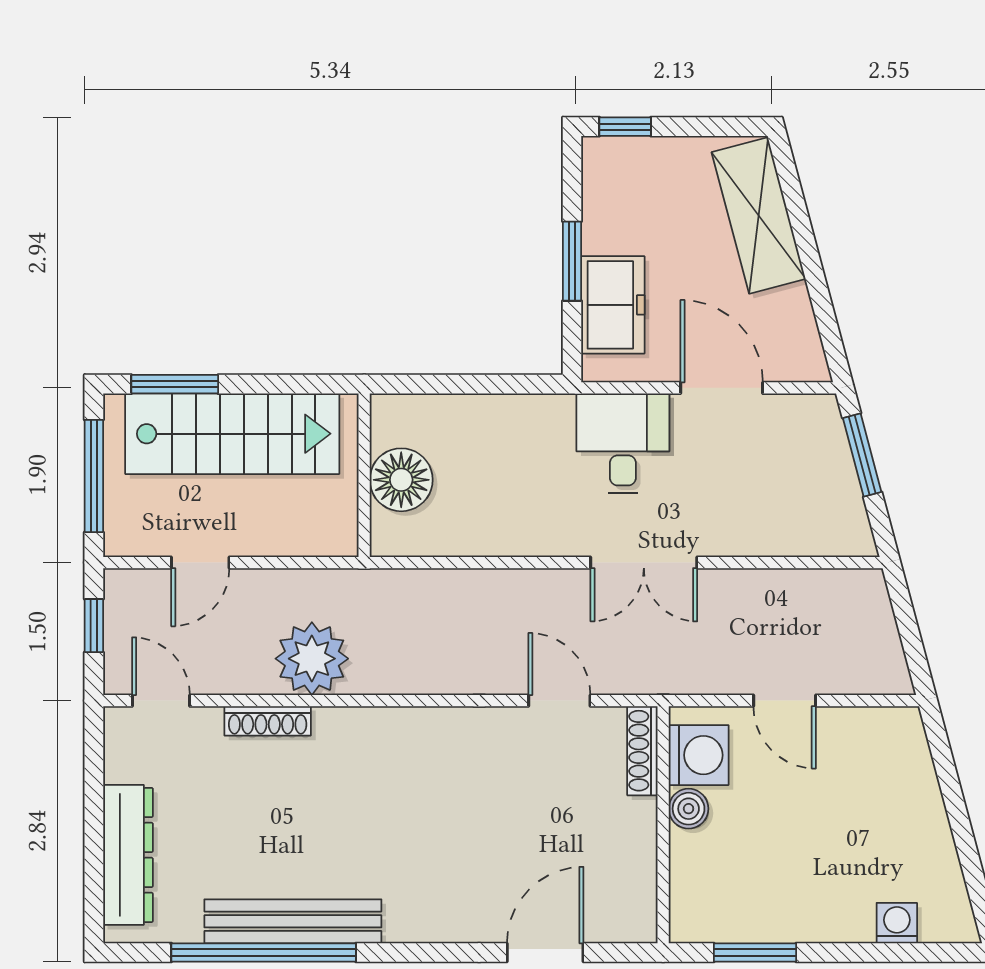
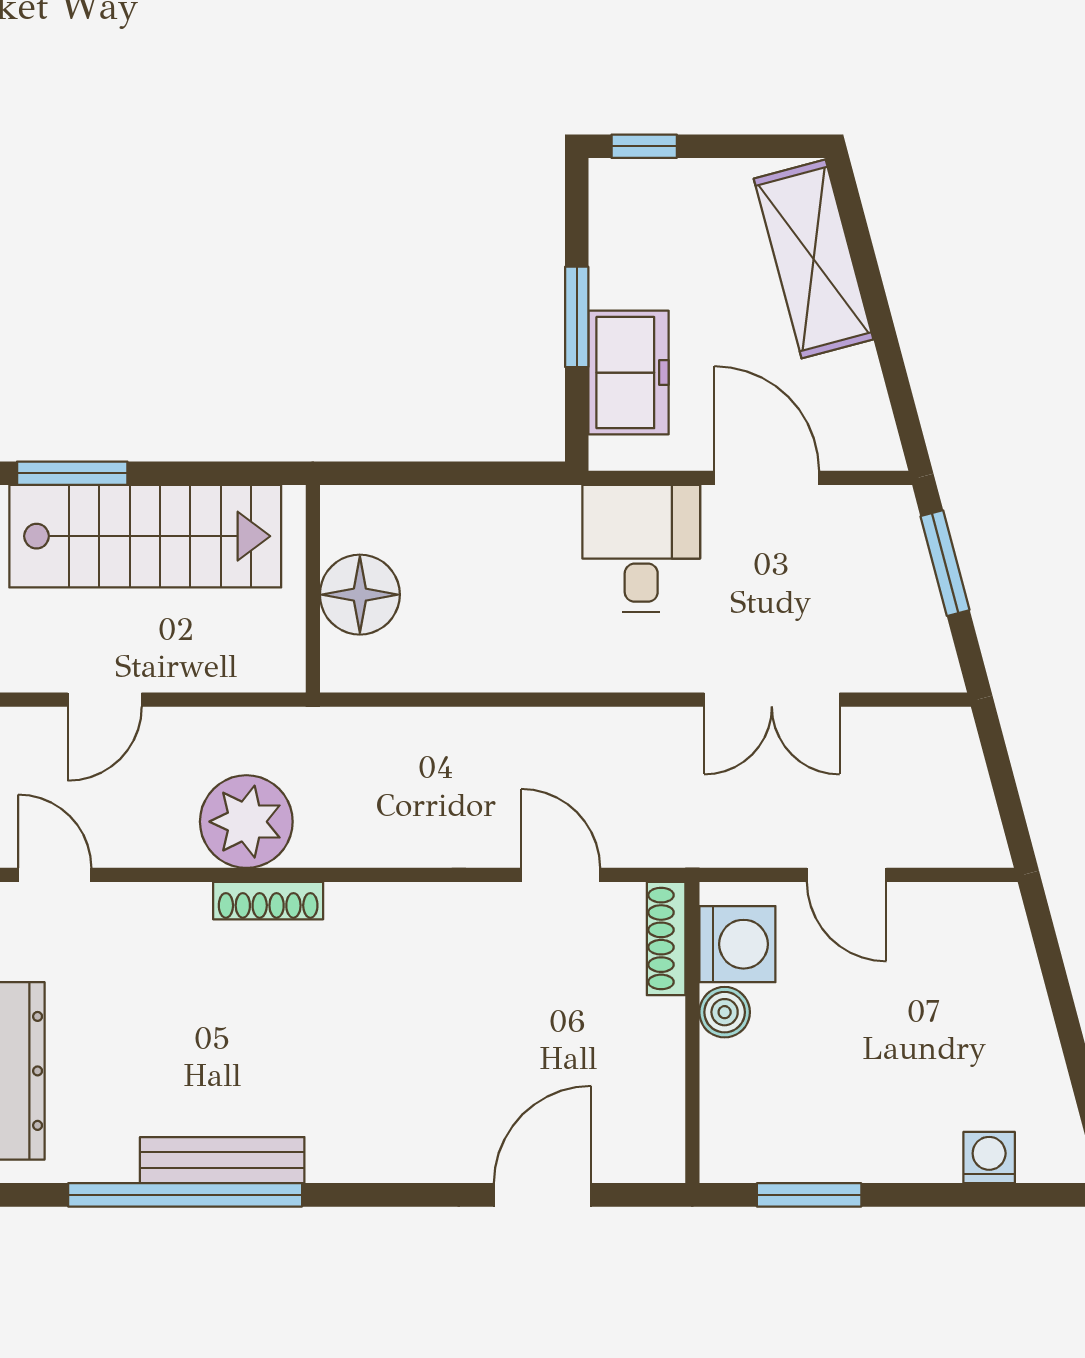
double door: (644, 563) -> (772, 700), moved
shoe rack: (268, 721) -> (268, 901), moved
bench: (293, 921) -> (222, 1160), width x0.73, depth x0.82

